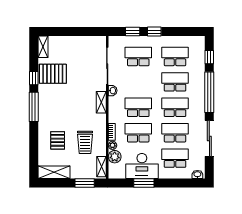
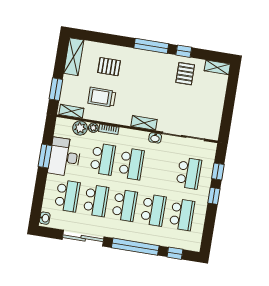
pallet: (53, 74) -> (185, 74), width x0.67, depth x0.71

